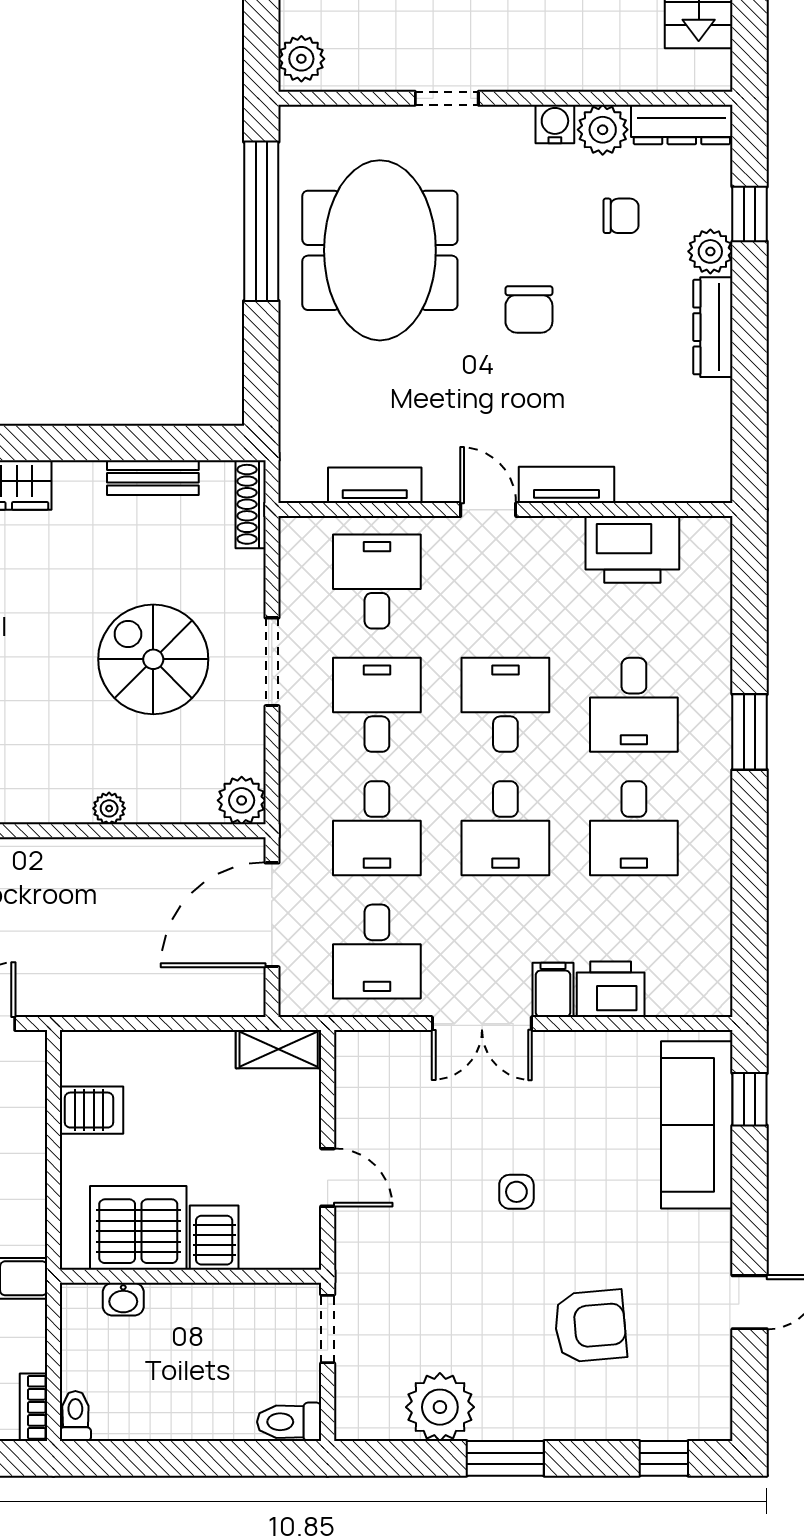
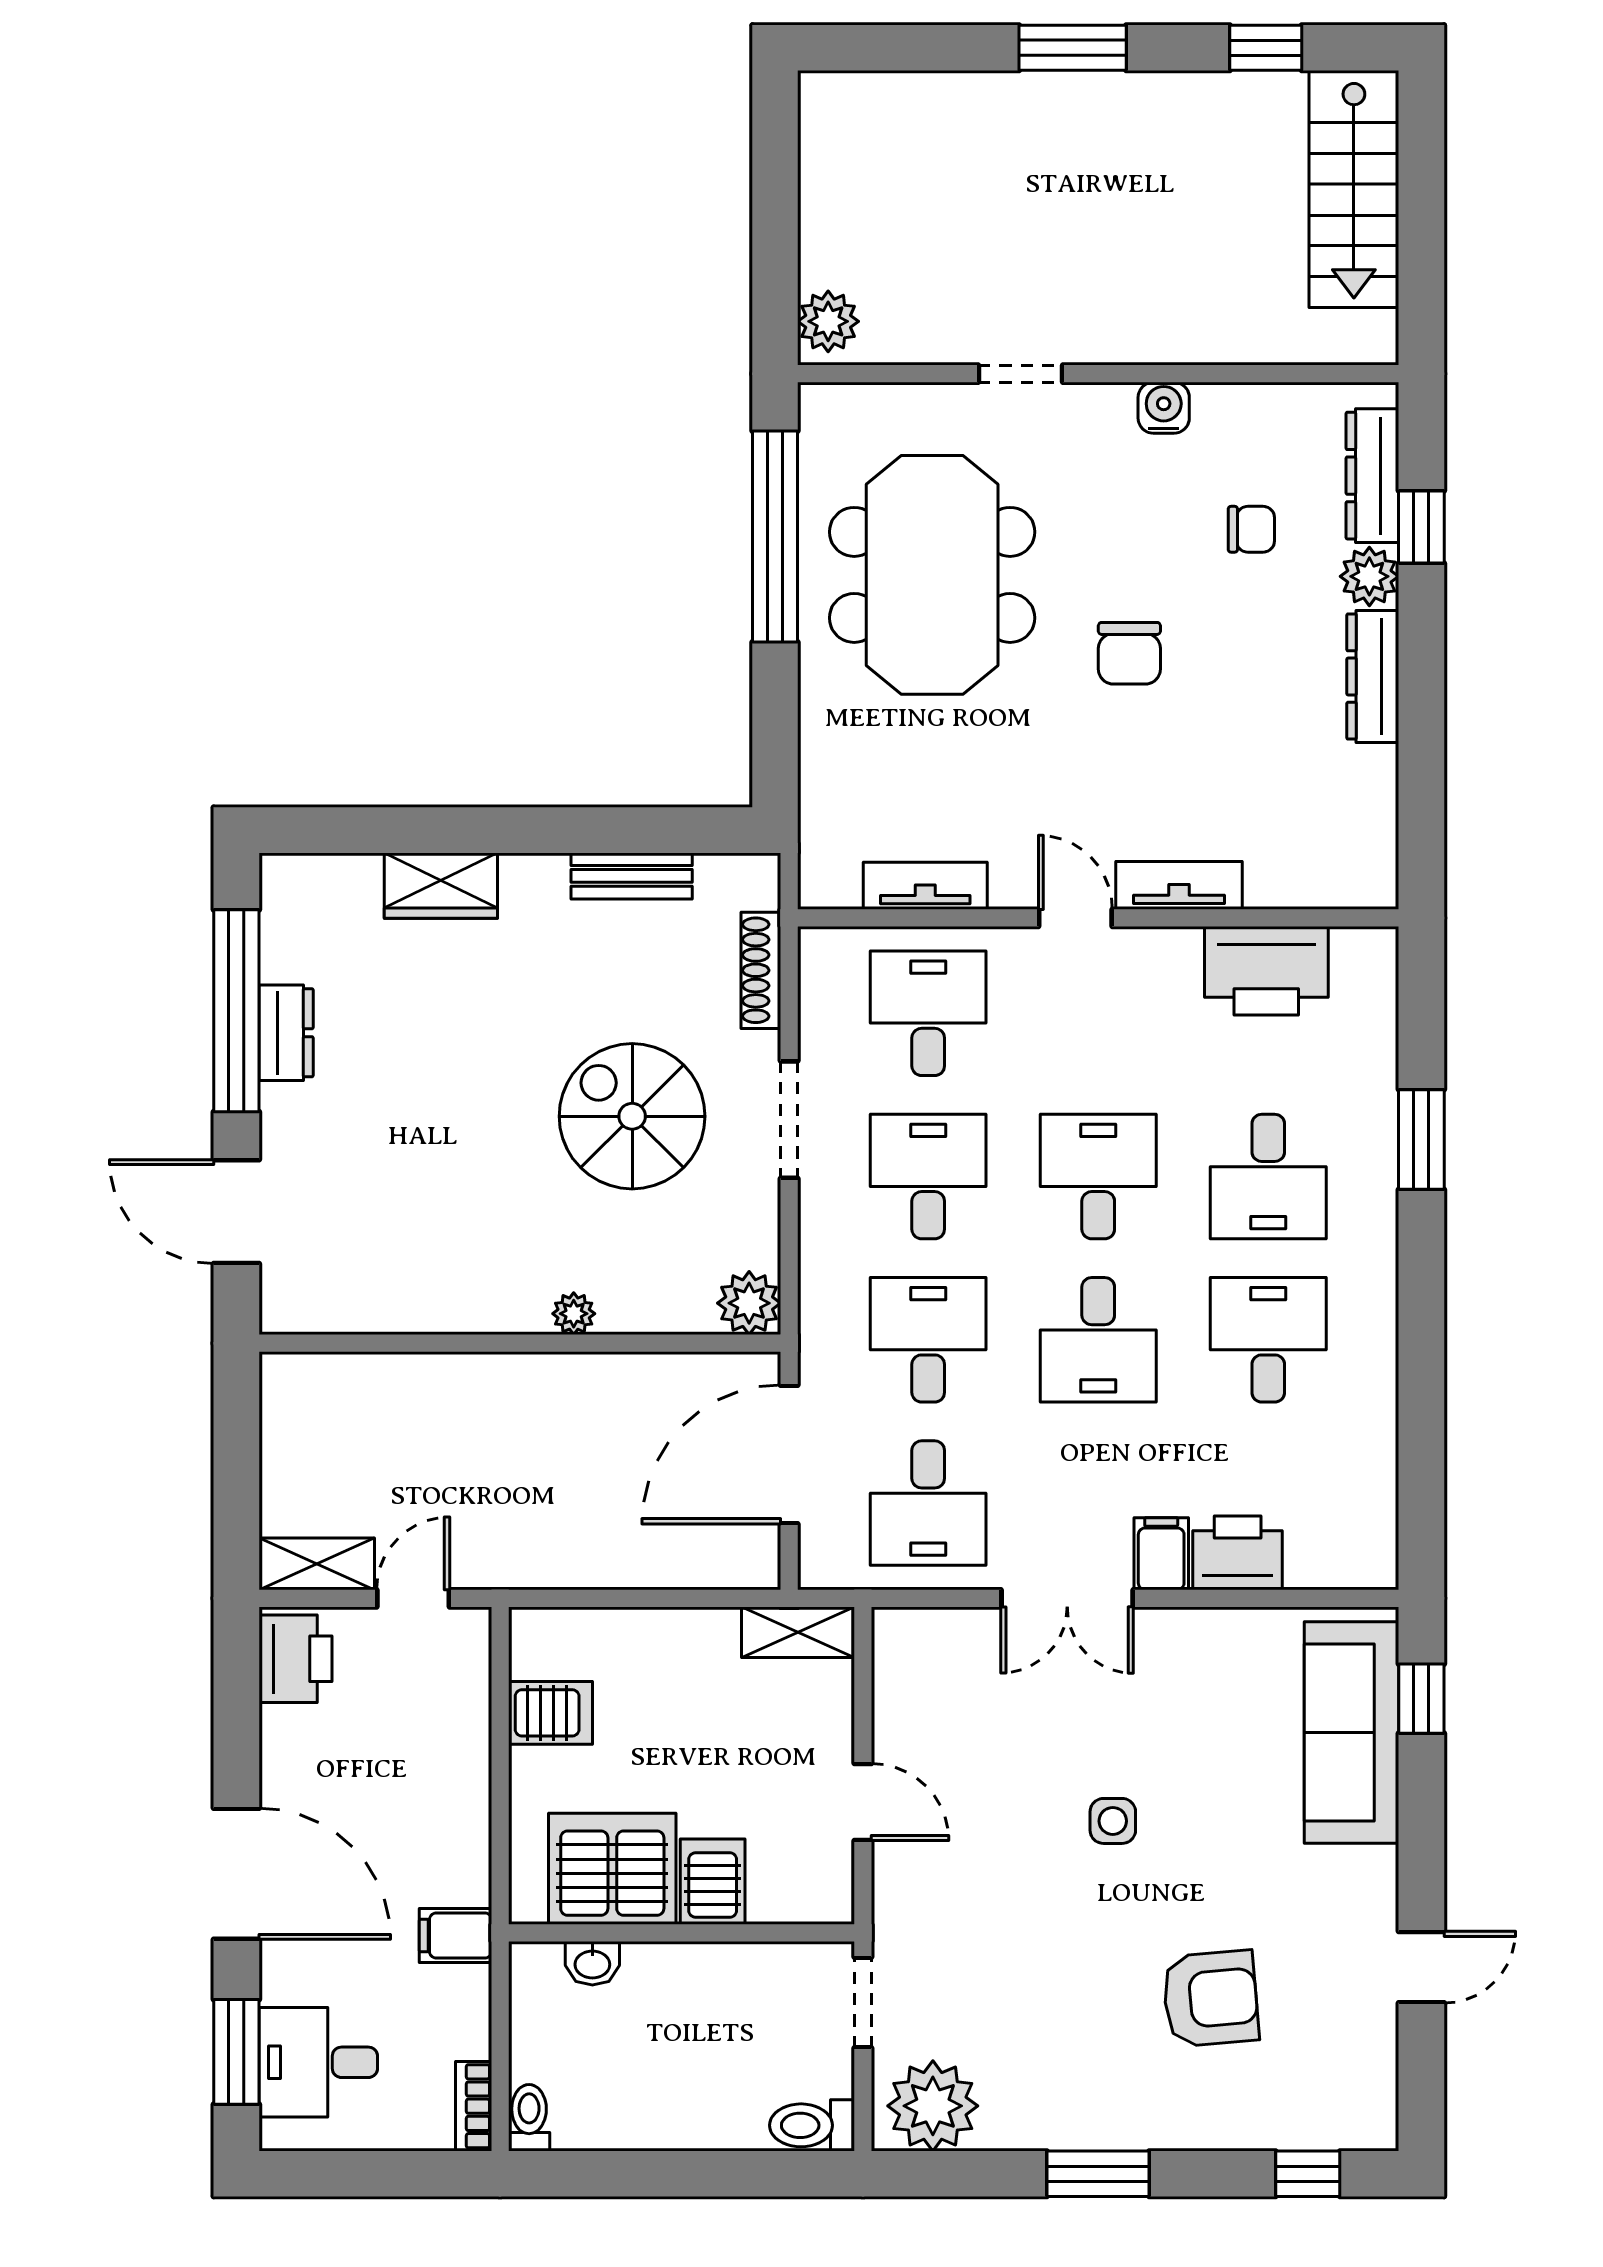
dresser: (682, 125) -> (1372, 476), moved, turned 90
plant: (603, 130) -> (1227, 415), removed
shoe rack: (251, 504) -> (761, 970), moved
window: (750, 732) -> (1421, 1140), moved
desk: (377, 828) -> (928, 1340), turned 180
desk: (634, 828) -> (1268, 1340), turned 180
plant: (440, 1407) -> (933, 2106), moved

